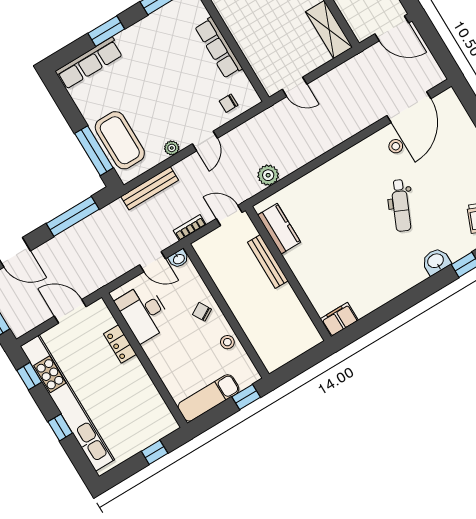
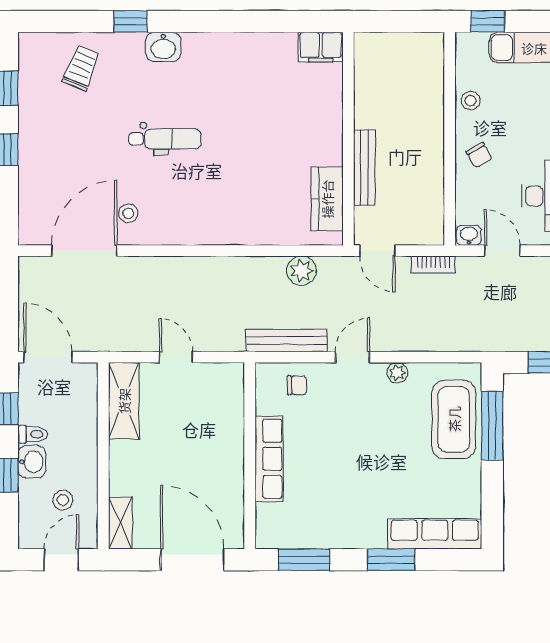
door: (295, 87) -> (176, 357), moved
bench: (150, 188) -> (287, 341), moved
dental chair: (401, 205) -> (165, 139), turned 66

